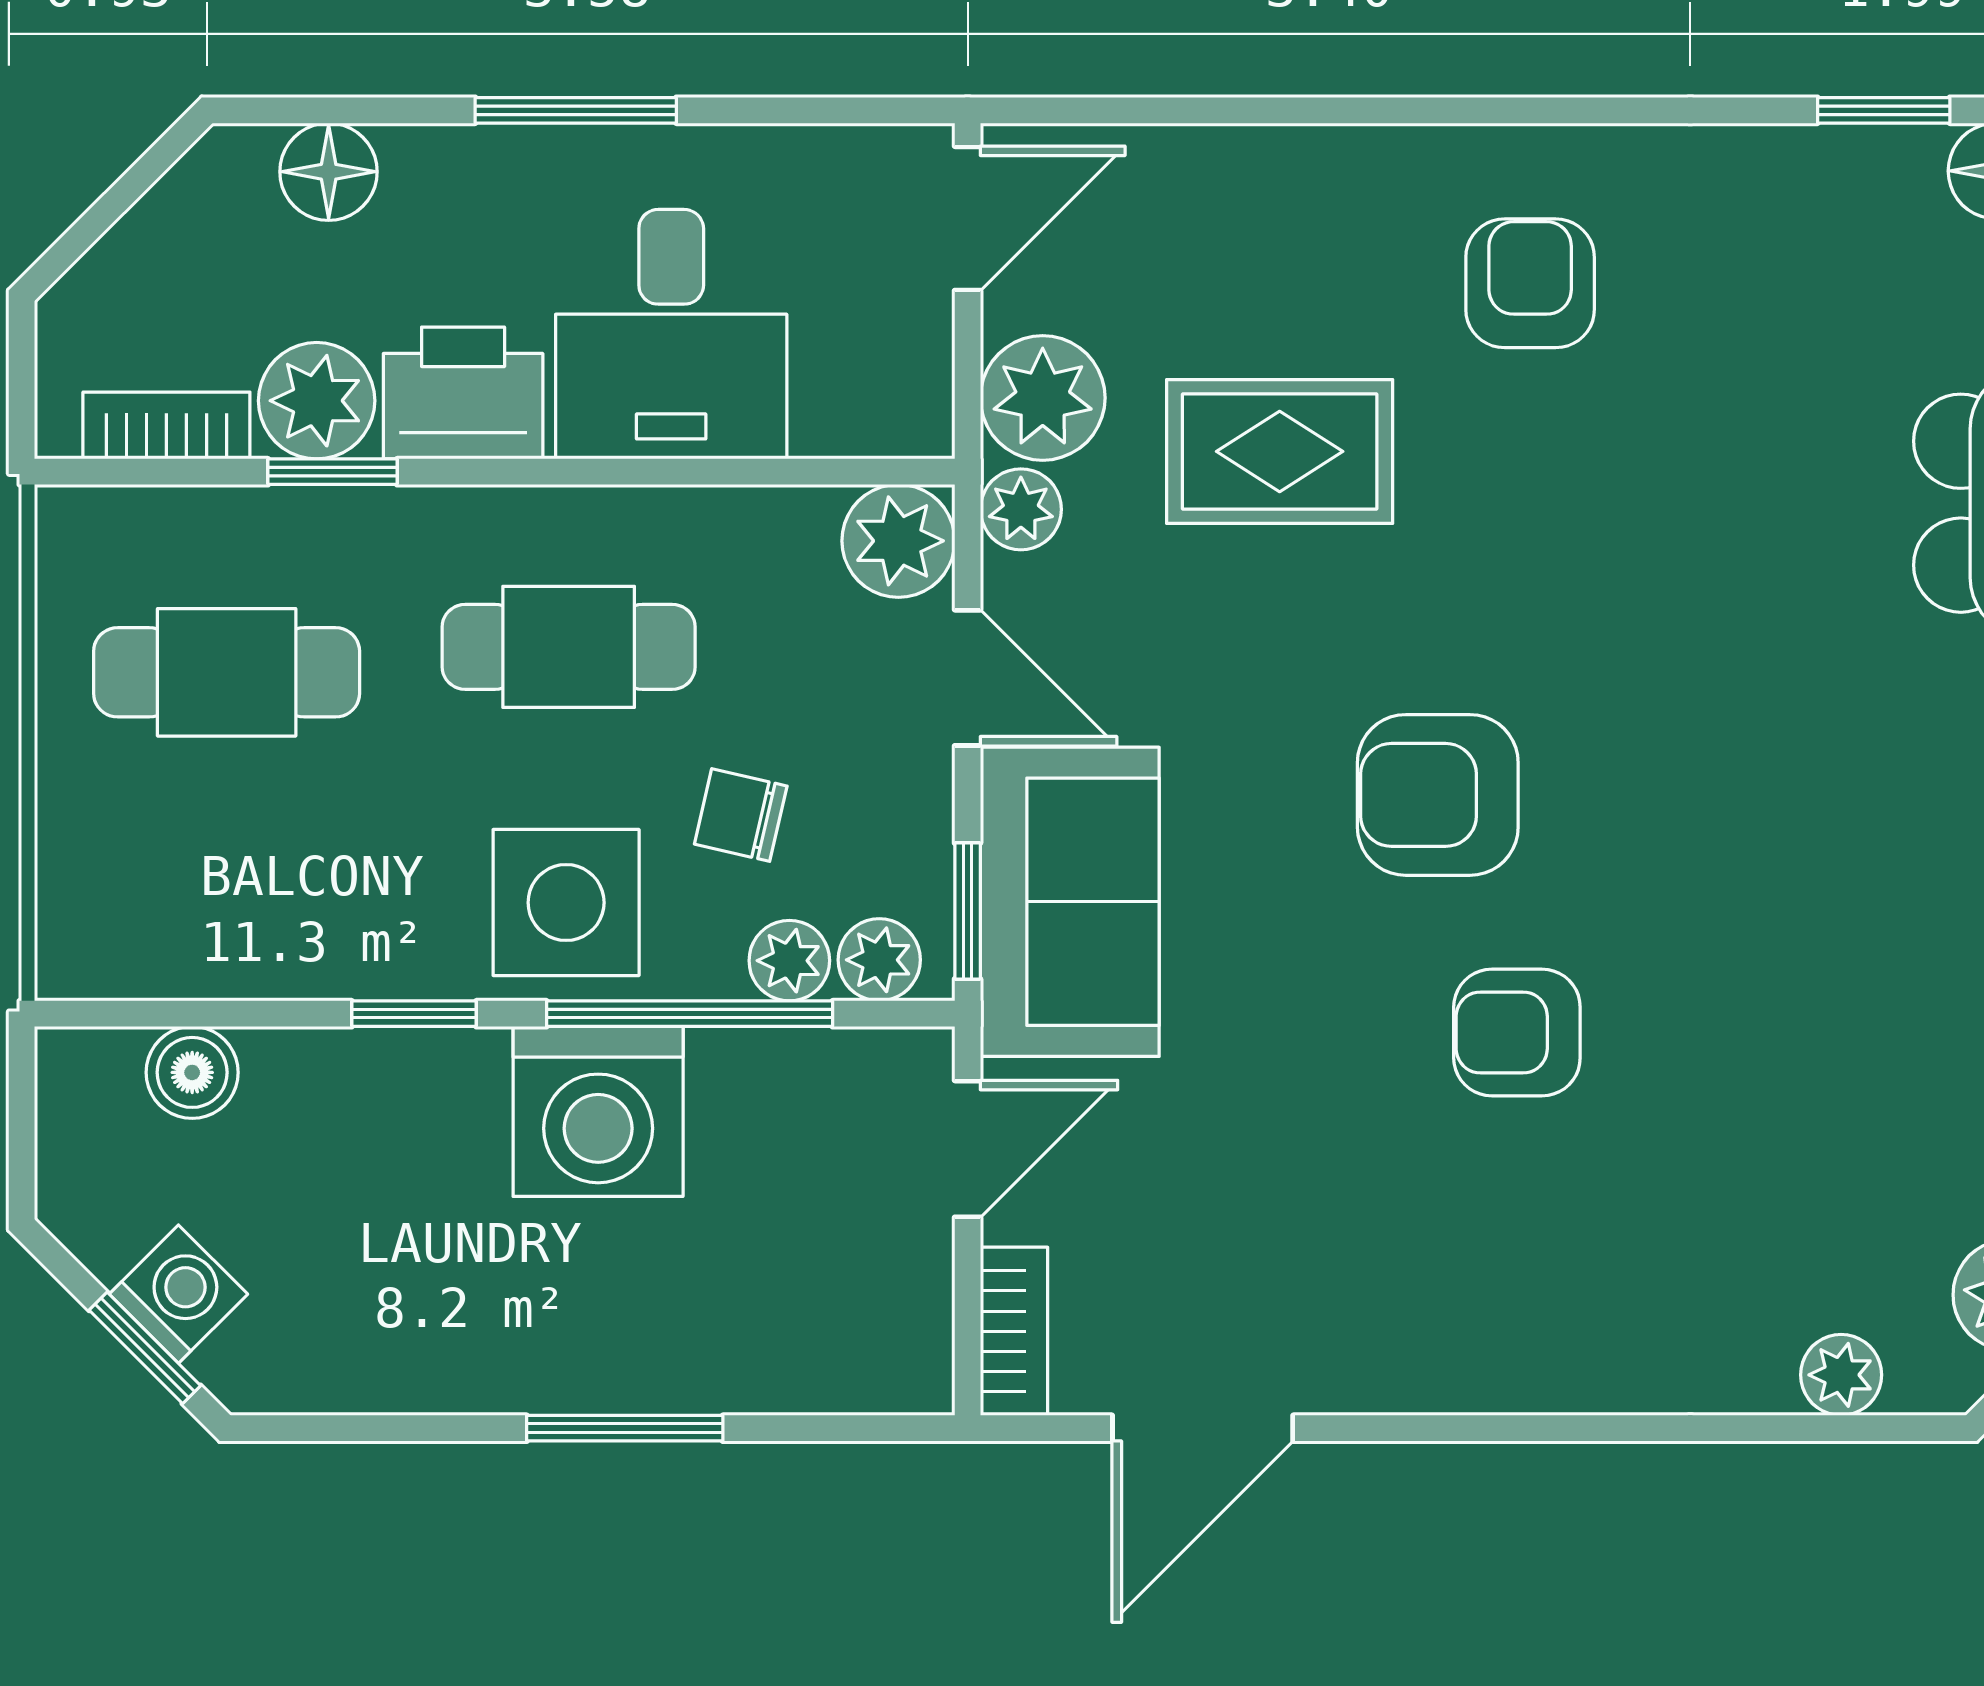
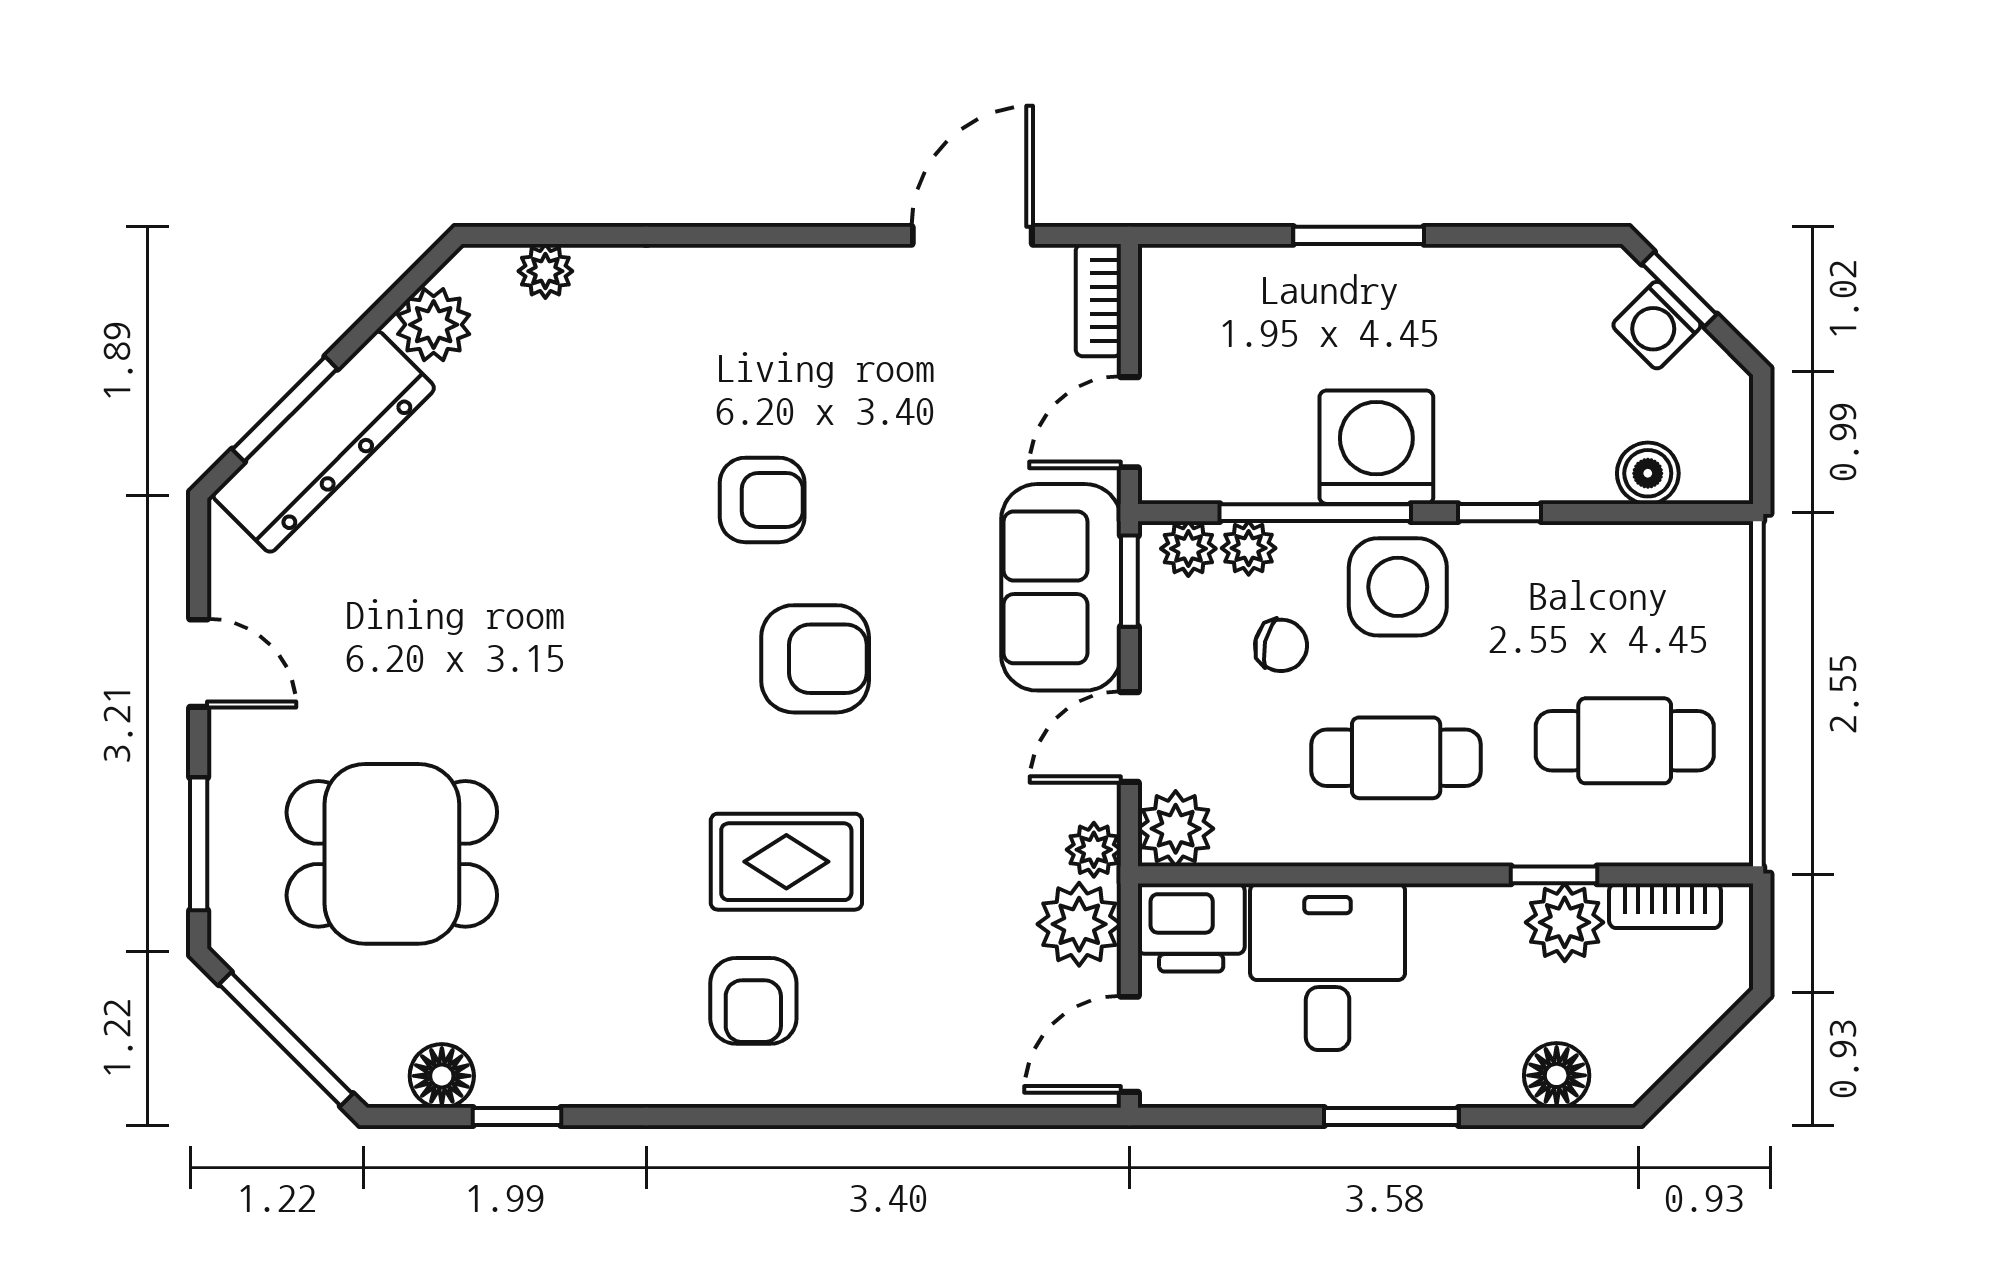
printer: (463, 393) -> (1191, 928), moved
rug: (1280, 451) -> (786, 862), moved
door: (968, 678) -> (1129, 737), hinge flipped

